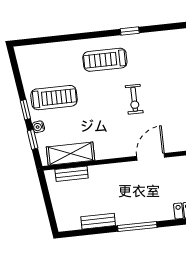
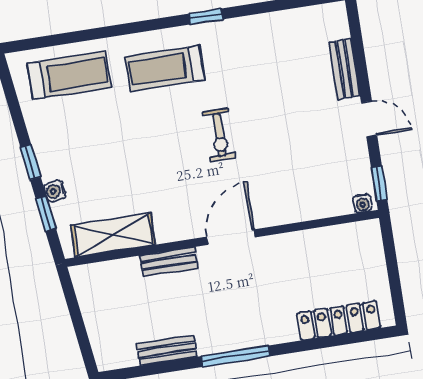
treadmill: (54, 98) -> (69, 75), moved
door: (151, 157) -> (231, 237), moved
bench: (72, 174) -> (169, 262), moved

